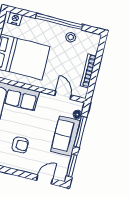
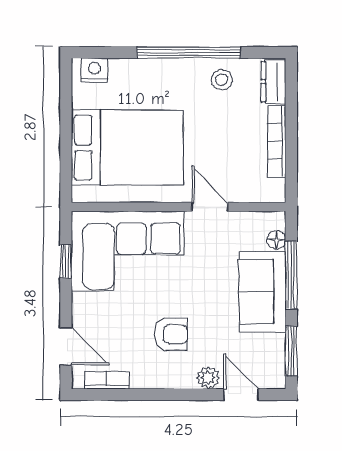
dresser: (94, 44) -> (273, 82), added
door: (63, 95) -> (210, 207), moved
plant: (32, 168) -> (208, 378), added
door: (45, 179) -> (241, 395), hinge flipped

